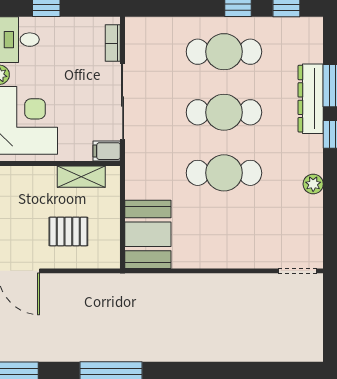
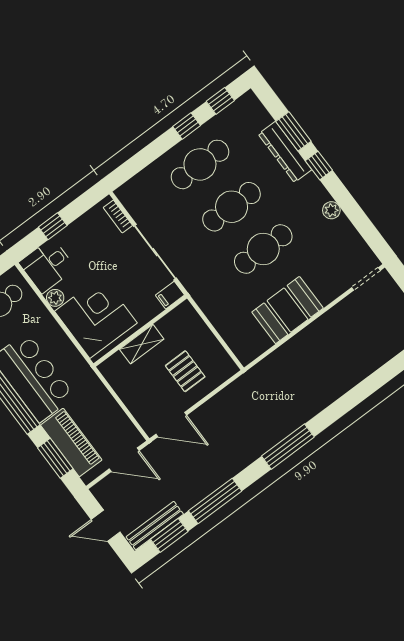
shelving: (81, 177) -> (142, 344), moved
pallet: (68, 231) -> (185, 371), turned 90
booth: (148, 234) -> (287, 310), moved, turned 90

